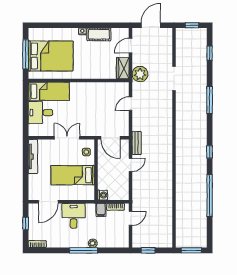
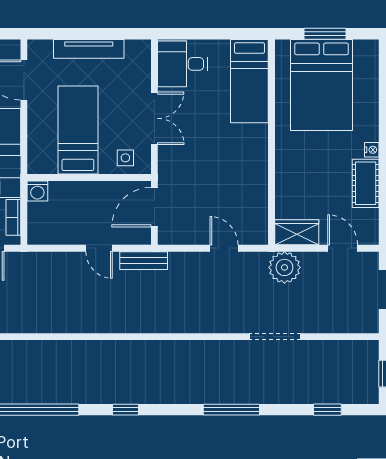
window: (26, 54) -> (325, 34), width x0.69
desk: (40, 113) -> (182, 64), moved, turned -90
tv unit: (33, 157) -> (89, 49), moved

